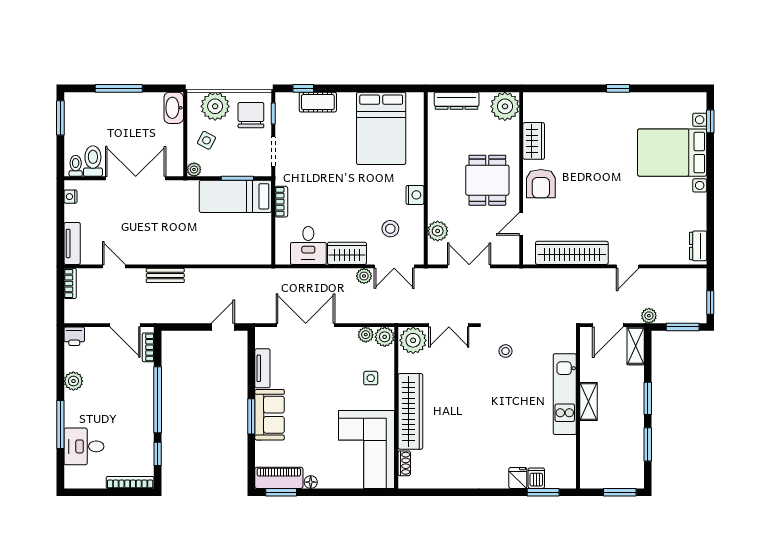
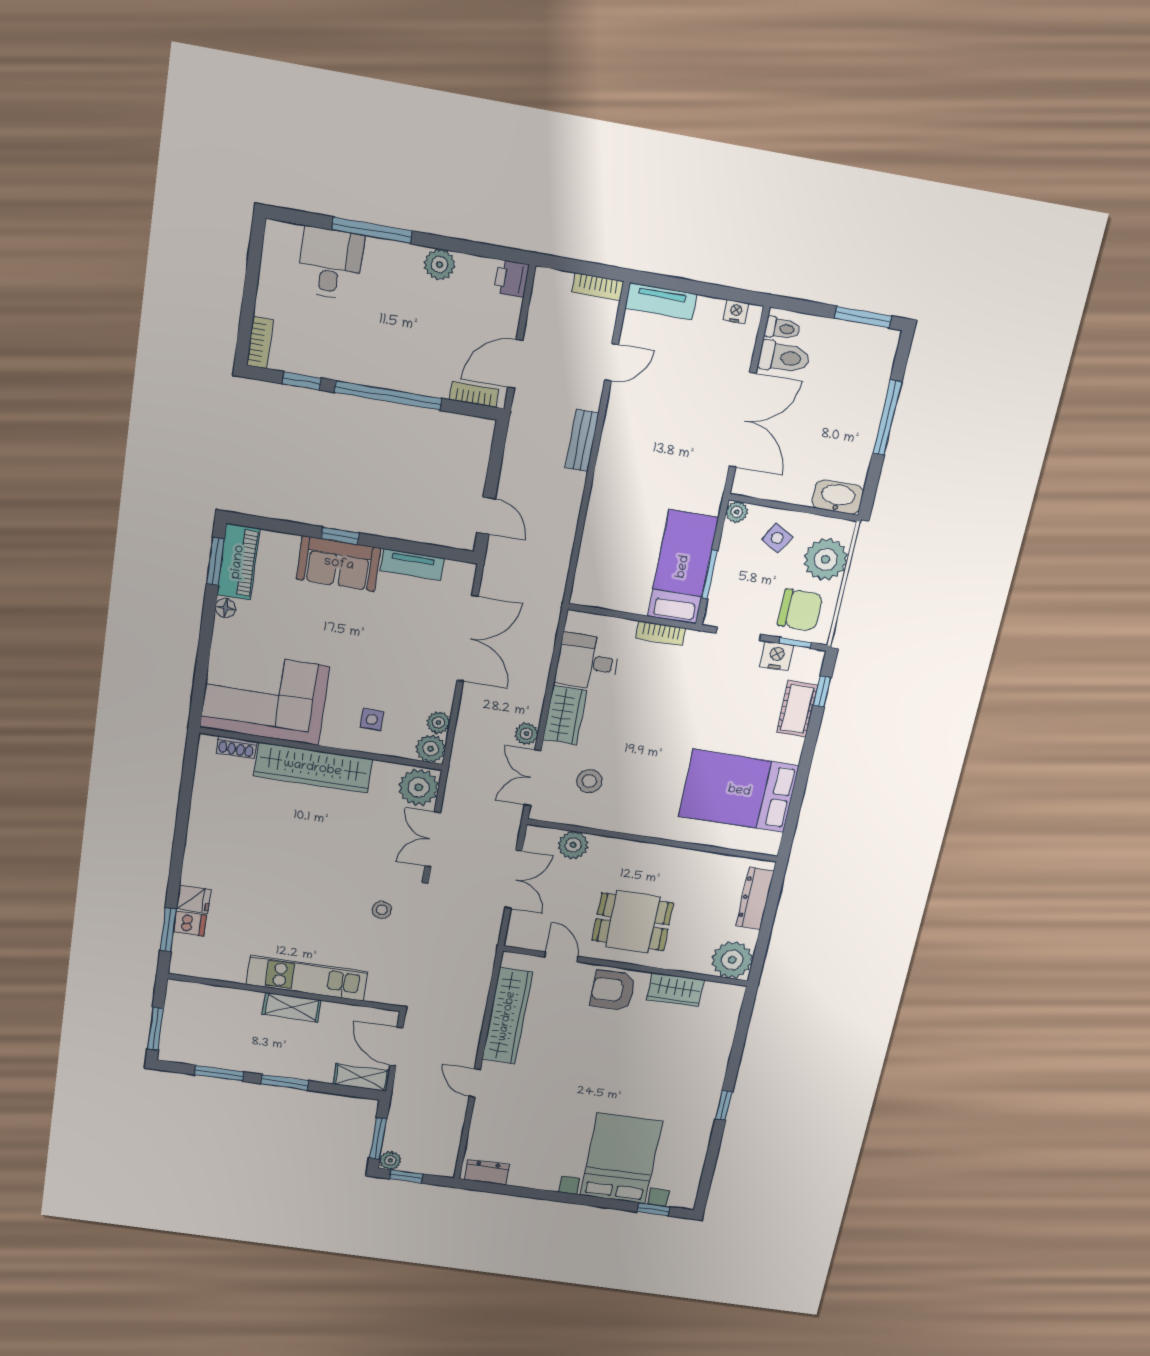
nightstand: (415, 195) -> (777, 656), moved, turned 180
plant: (649, 316) -> (390, 1160), moved
window: (251, 416) -> (340, 536), width x0.67
bookcase: (130, 482) -> (260, 343), width x0.64

